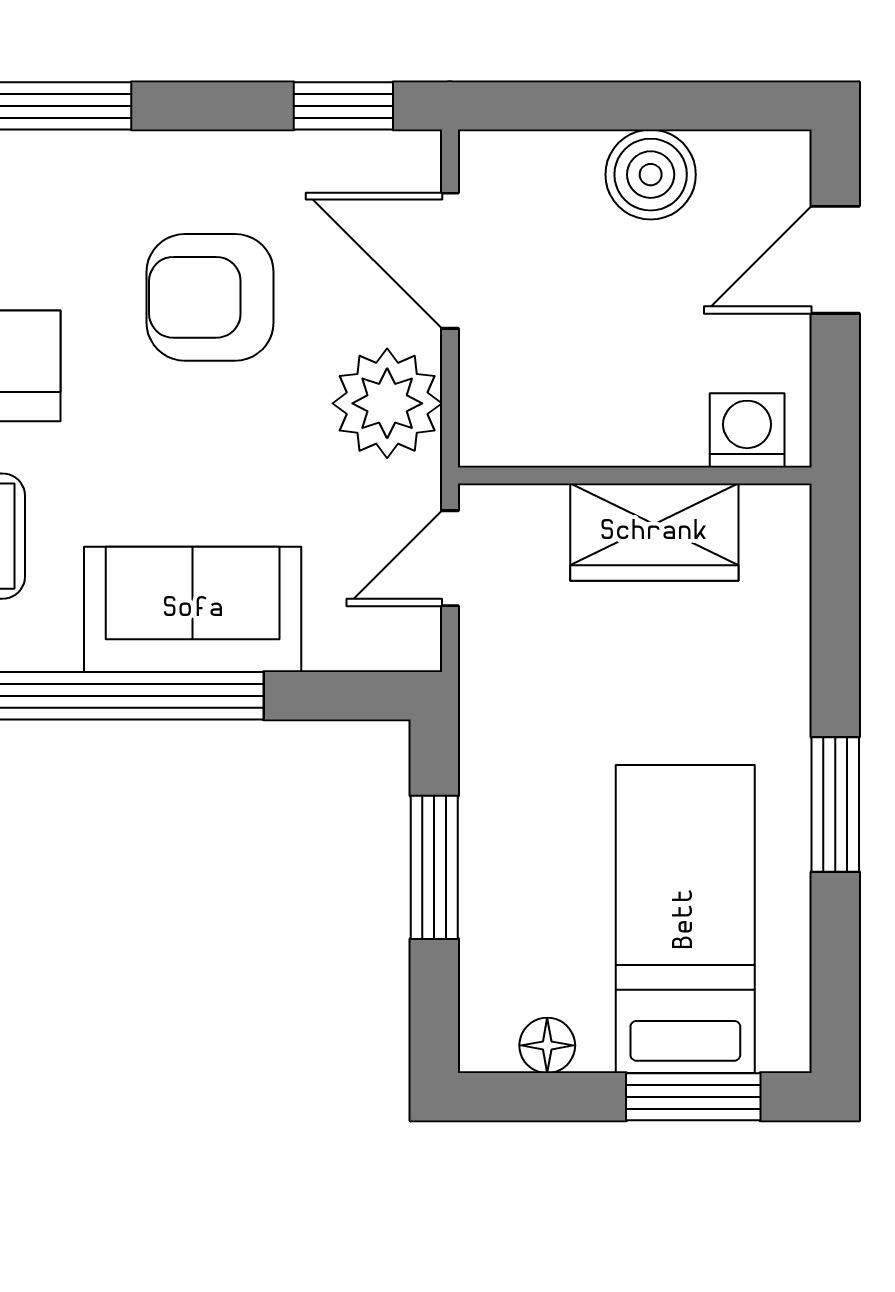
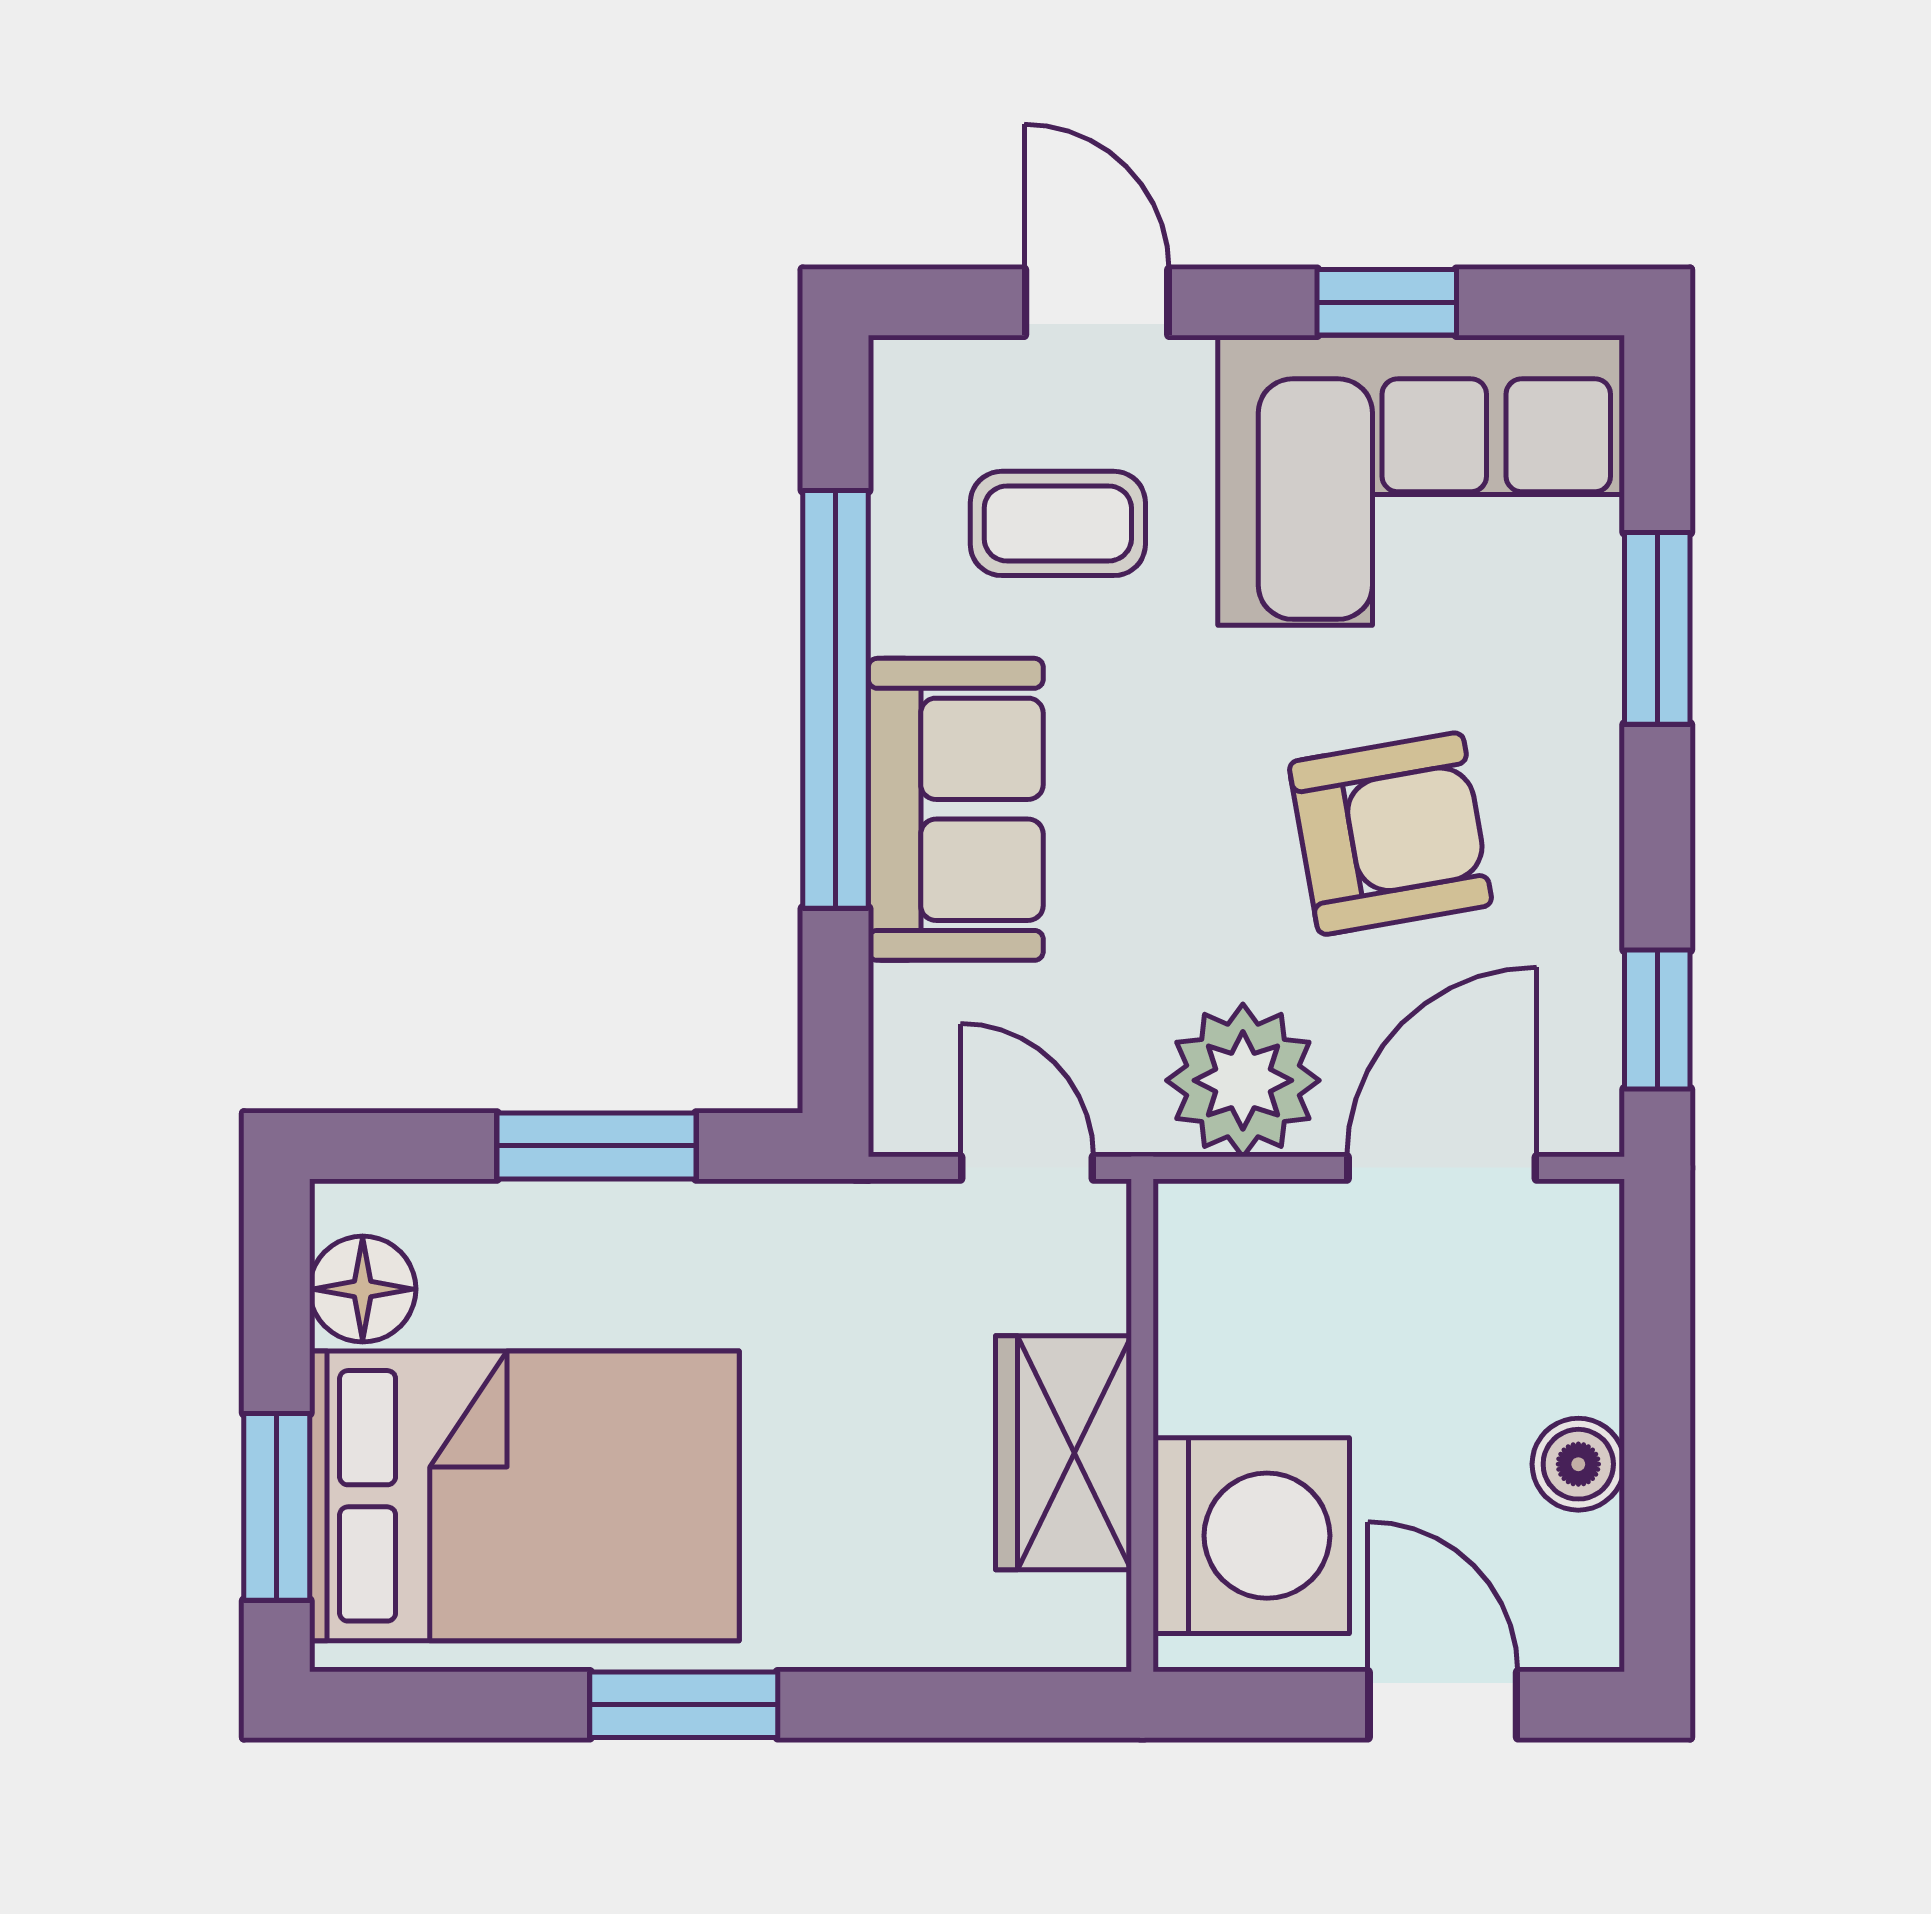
boiler: (651, 175) -> (1578, 1464), width x0.73, depth x0.73
armchair: (210, 297) -> (1390, 834), turned 80
washing machine: (747, 430) -> (1251, 1536), width x1.89, depth x1.89
bed: (685, 919) -> (524, 1496), width x1.50
floor lamp: (547, 1045) -> (363, 1289), width x1.37, depth x1.37

